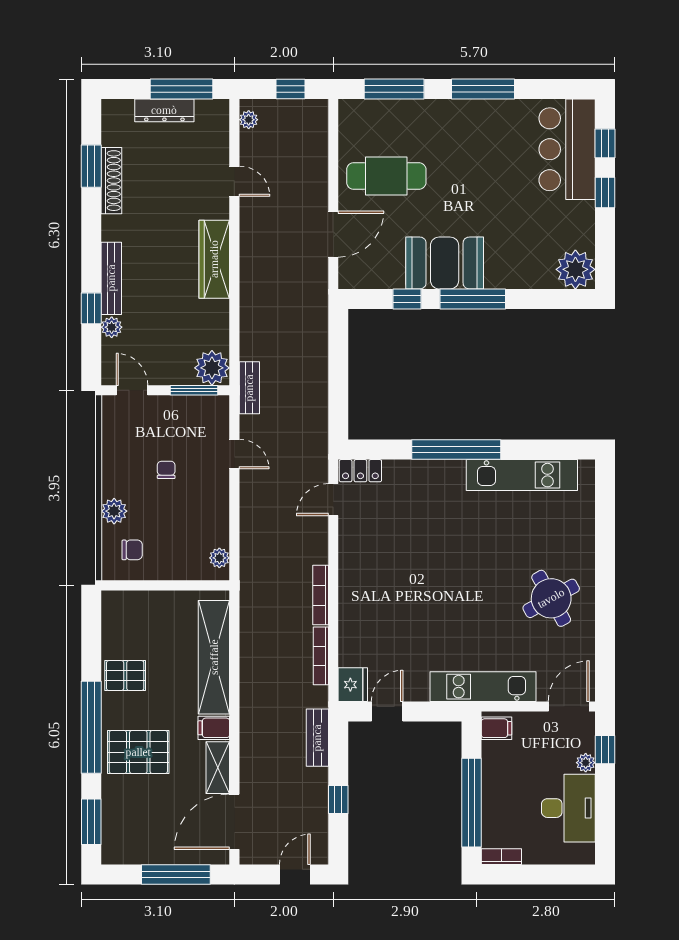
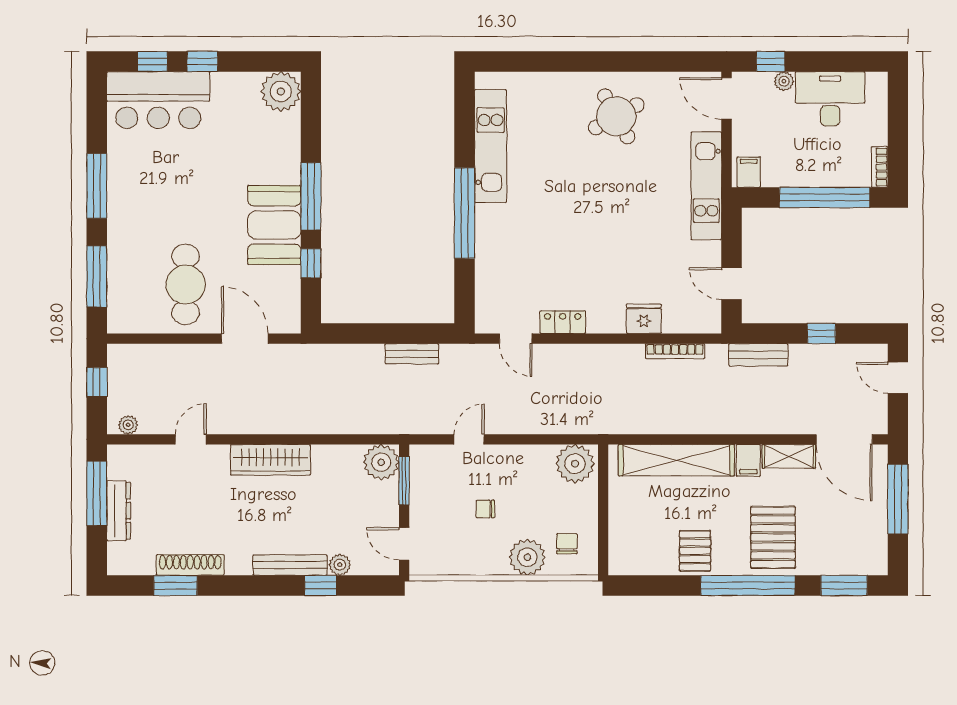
bench: (249, 388) -> (412, 354), moved
door: (132, 390) -> (404, 544), hinge flipped
locker: (360, 471) -> (563, 322), moved, turned -90
plant: (114, 511) -> (527, 557), width x1.36, depth x1.36
plant: (219, 558) -> (575, 464), width x1.87, depth x1.87
bookcase: (321, 595) -> (613, 351), removed
fridge: (353, 685) -> (644, 319), moved

